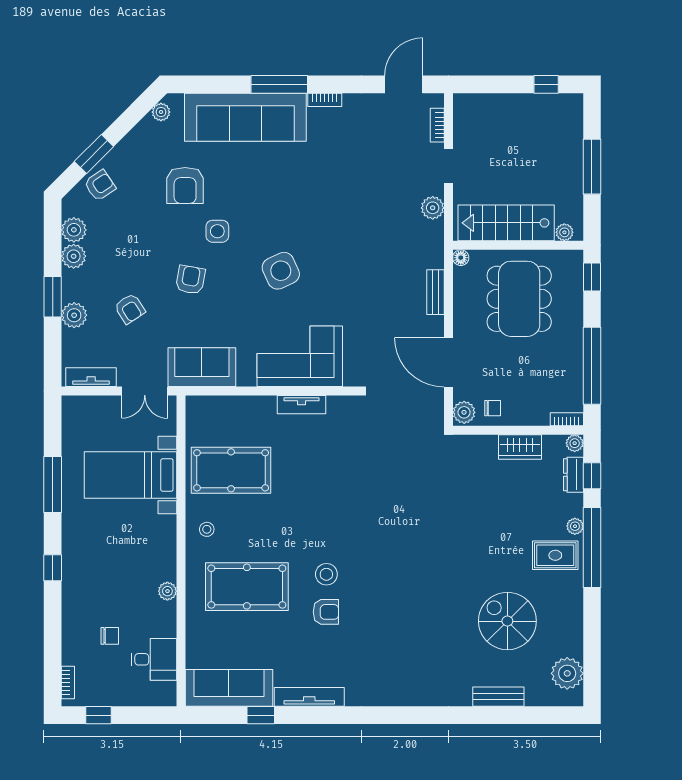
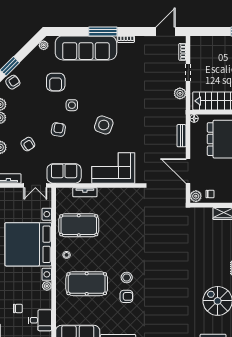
side table: (281, 271) -> (104, 125), turned 45
tv unit: (301, 405) -> (85, 192), moved
bed with nightstands: (131, 475) -> (28, 244), width x1.85

